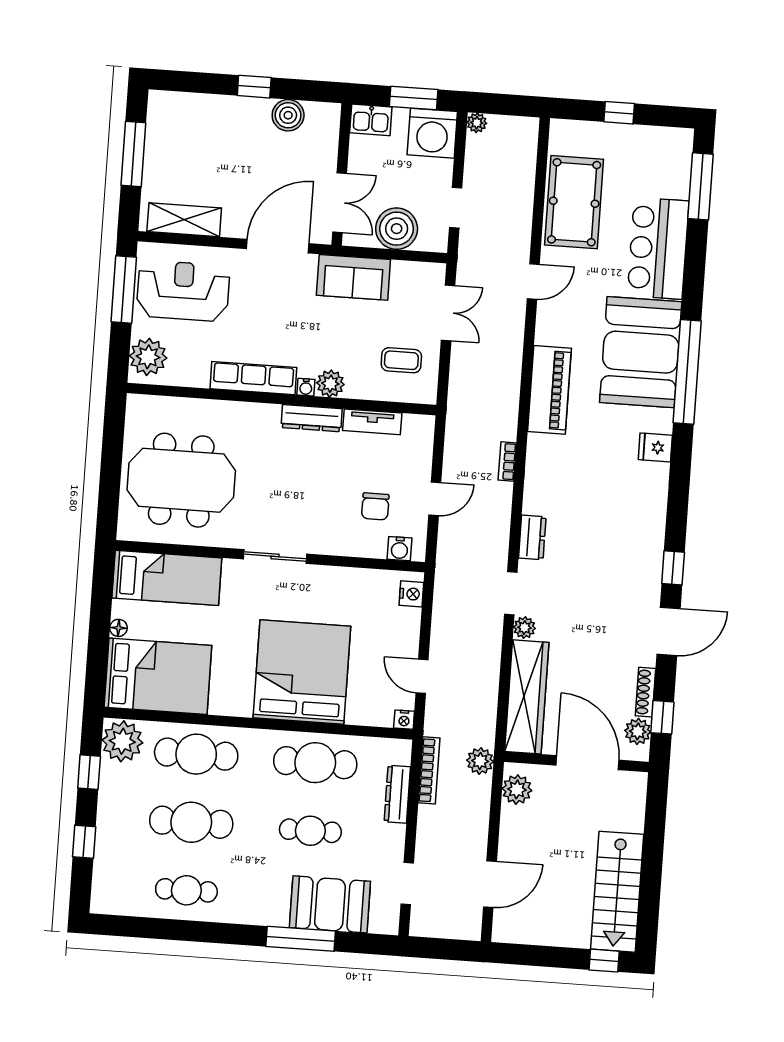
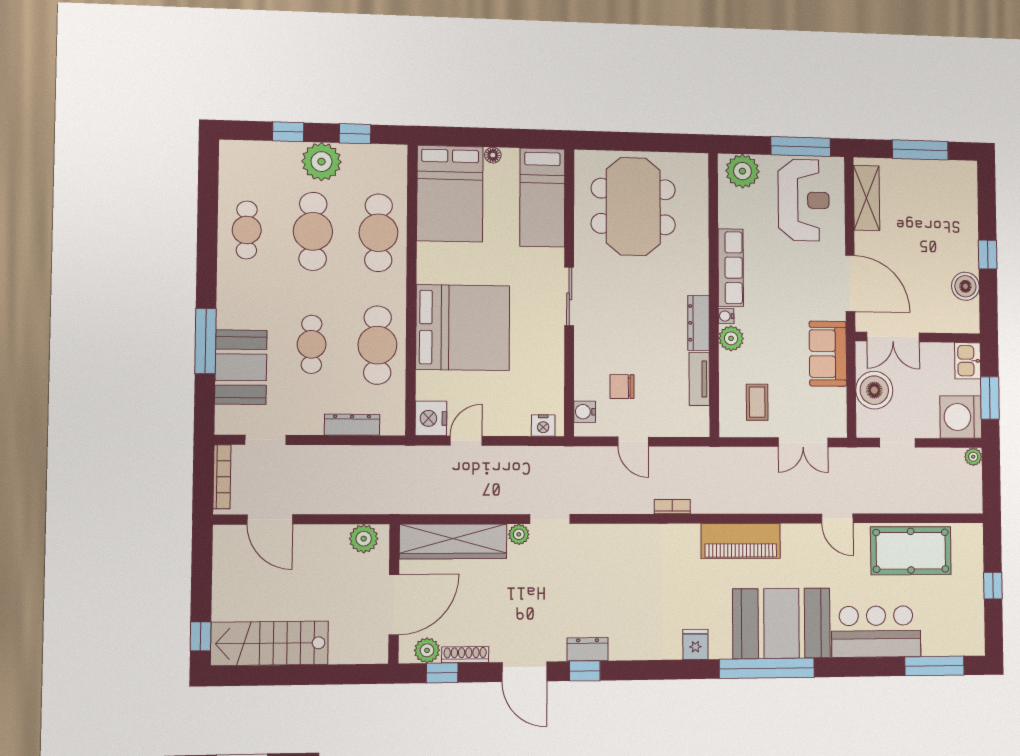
dresser: (532, 537) -> (588, 649), moved, turned 180
nightstand: (404, 720) -> (431, 418), width x1.89, depth x1.79
plant: (122, 741) -> (321, 162), moved
plant: (480, 761) -> (389, 501), removed
bookcase: (429, 770) -> (222, 477), moved, turned -90

